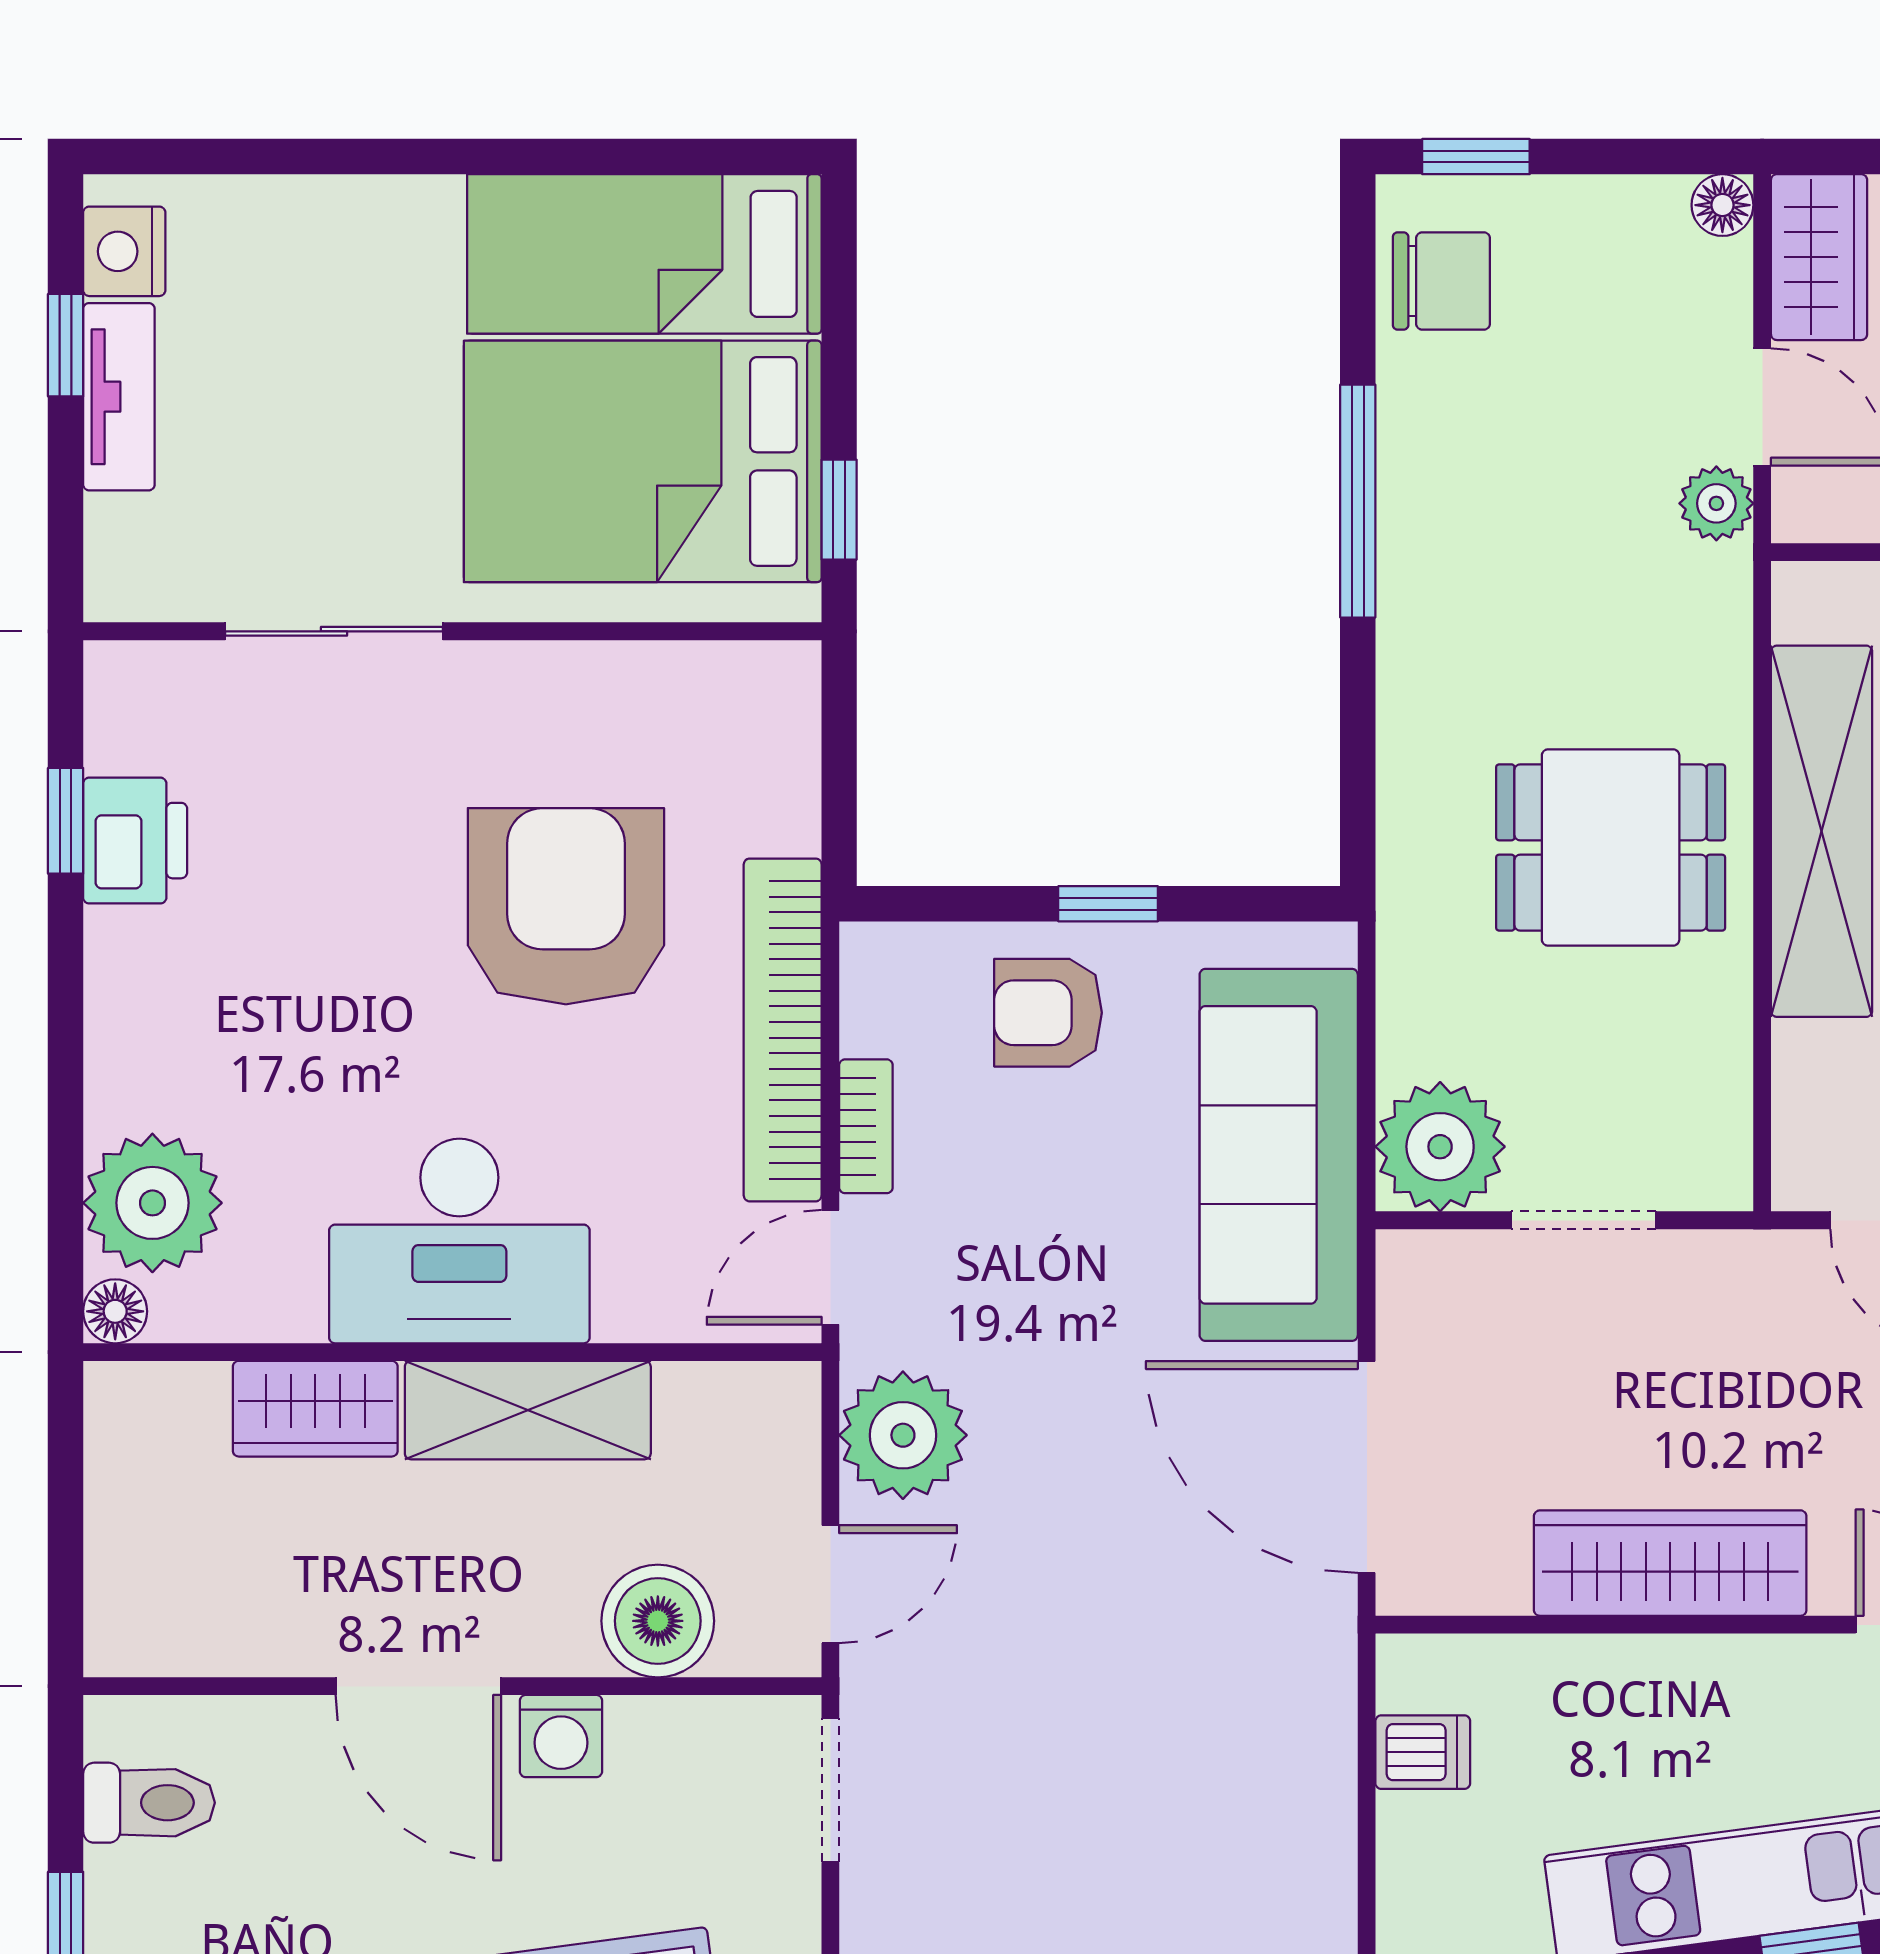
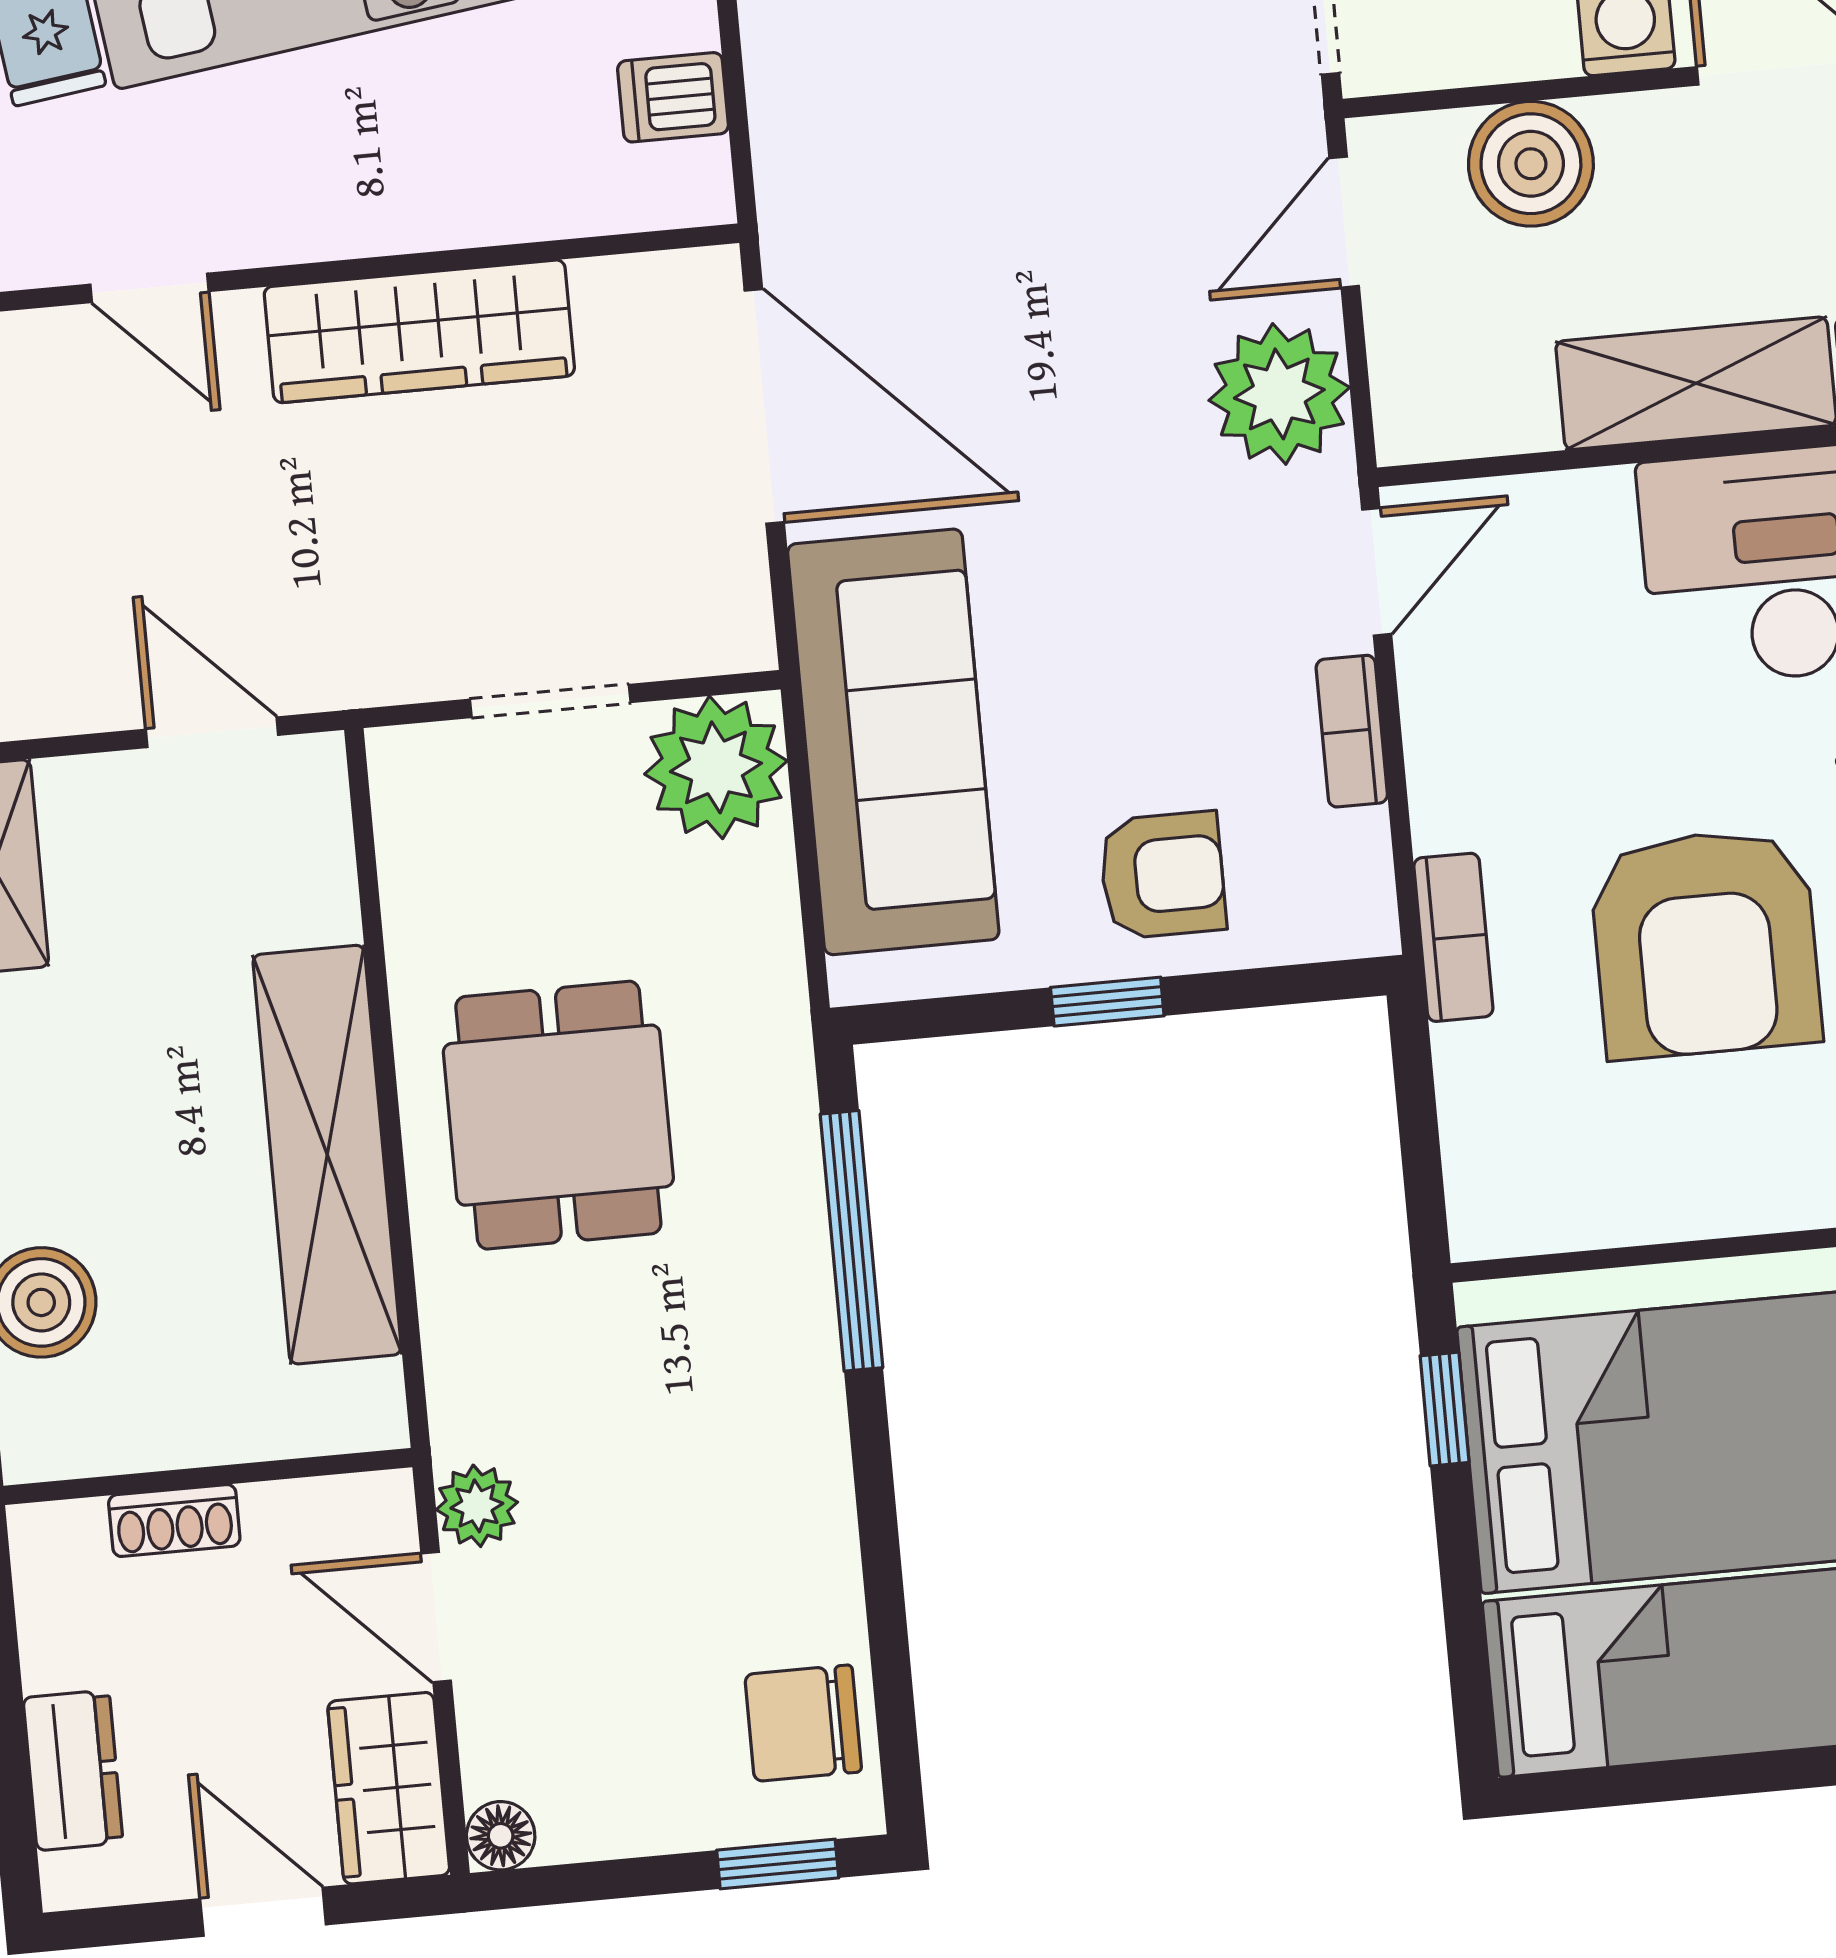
window: (1358, 501) -> (851, 1241), moved
dining table: (1611, 848) -> (558, 1115), turned 90
bookcase: (783, 1030) -> (1453, 937), width x0.43, depth x0.76

